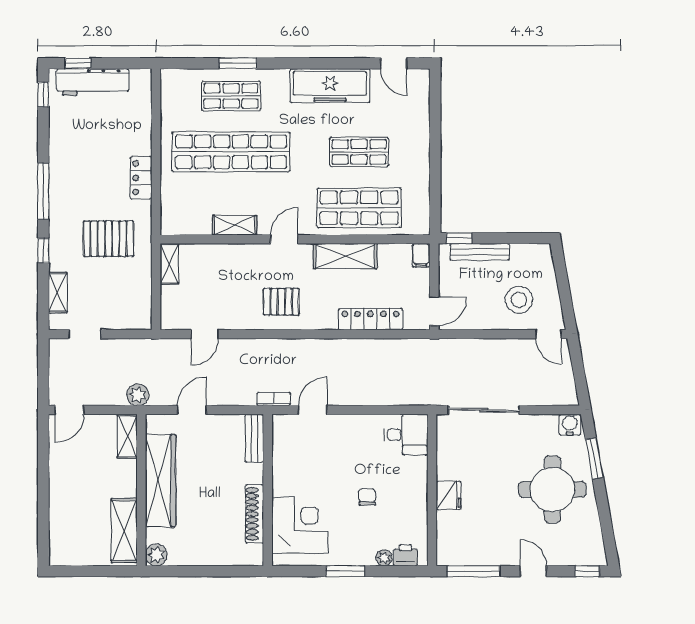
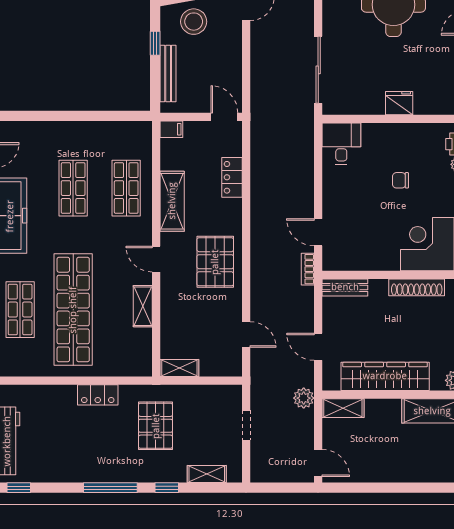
shop shelf: (359, 208) -> (126, 188), width x0.70, depth x0.74
window: (459, 238) -> (155, 43), moved
stool: (519, 300) -> (194, 22), moved
pallet: (281, 302) -> (215, 262), width x1.50, depth x1.42
locker: (370, 319) -> (232, 177), width x0.66
doorway: (85, 334) -> (246, 425), moved

